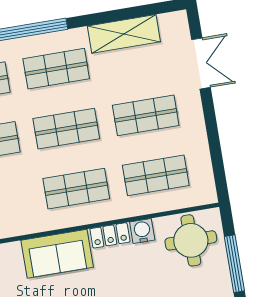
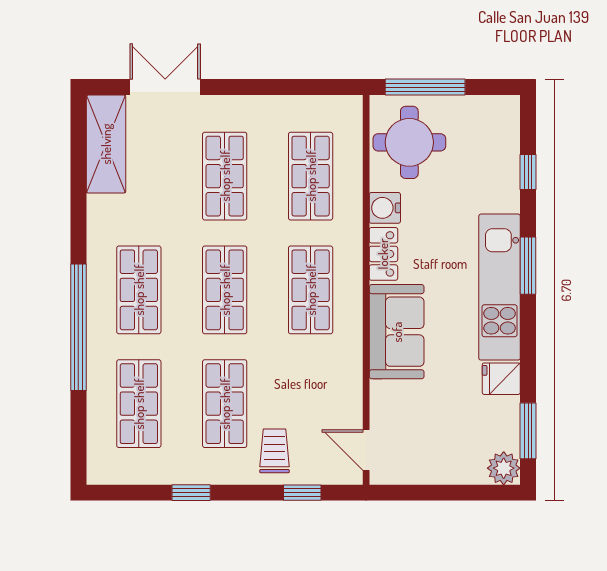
shelving: (124, 34) -> (106, 144), moved
window: (234, 264) -> (425, 87), moved

